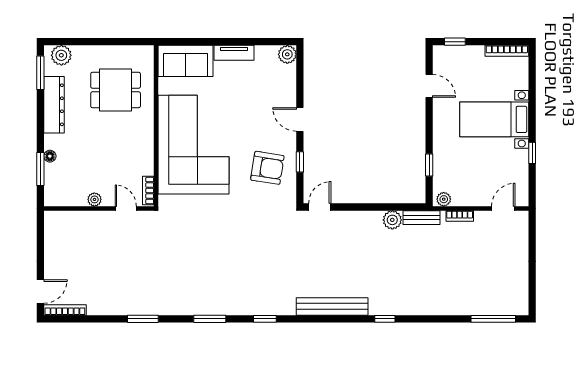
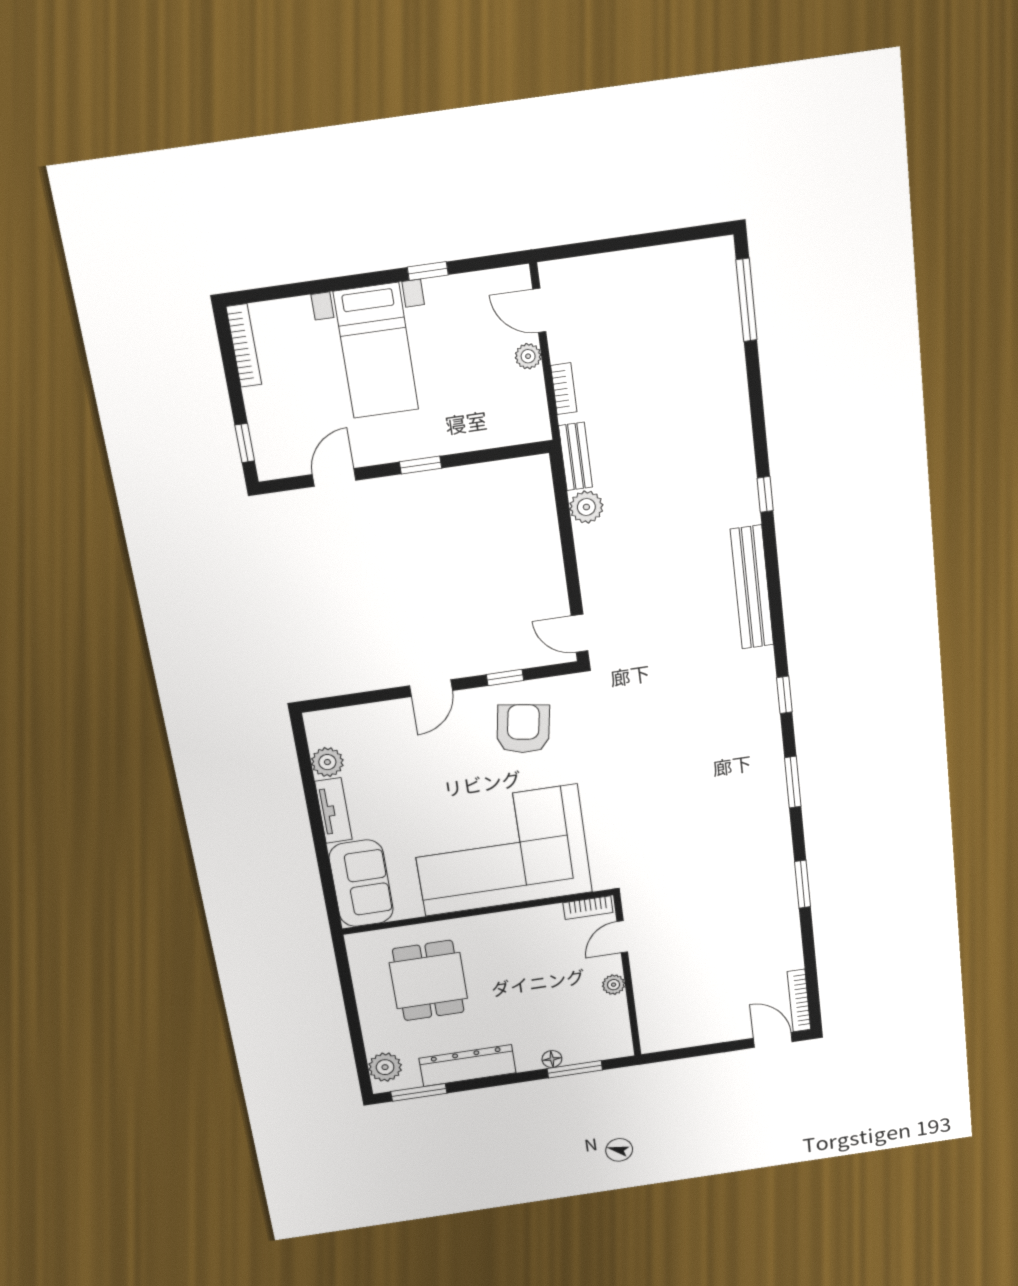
plant: (287, 54) -> (327, 762), moved
window: (429, 165) -> (421, 465), moved
plant: (444, 199) -> (528, 356), moved

